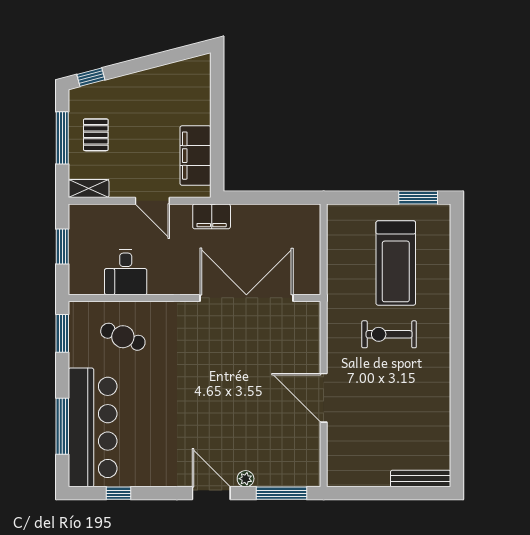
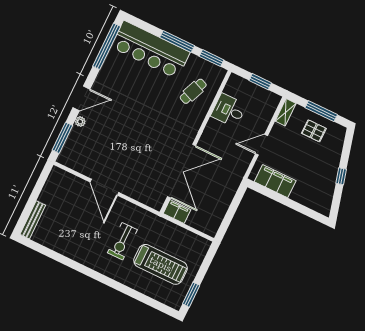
window: (91, 77) -> (341, 176), moved
filing cabinet: (212, 216) -> (177, 212), moved, turned 90
treadmill: (396, 263) -> (161, 264), turned 180
exercise bike: (389, 334) -> (122, 241), turned 180
door: (324, 398) -> (104, 187), swing flipped
window: (62, 426) -> (177, 41), moved
window: (118, 493) -> (107, 46), width x3.17

